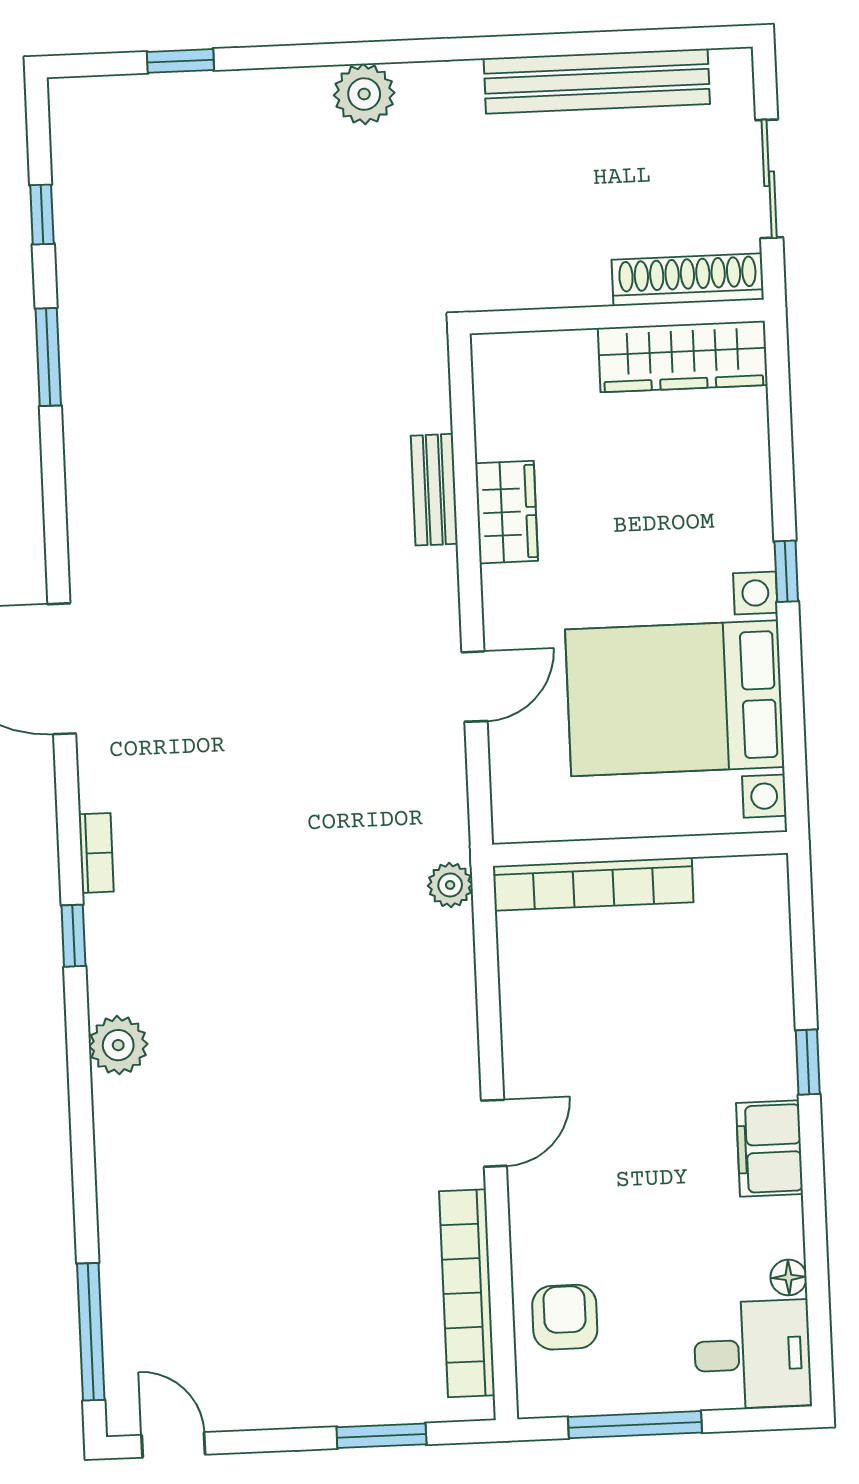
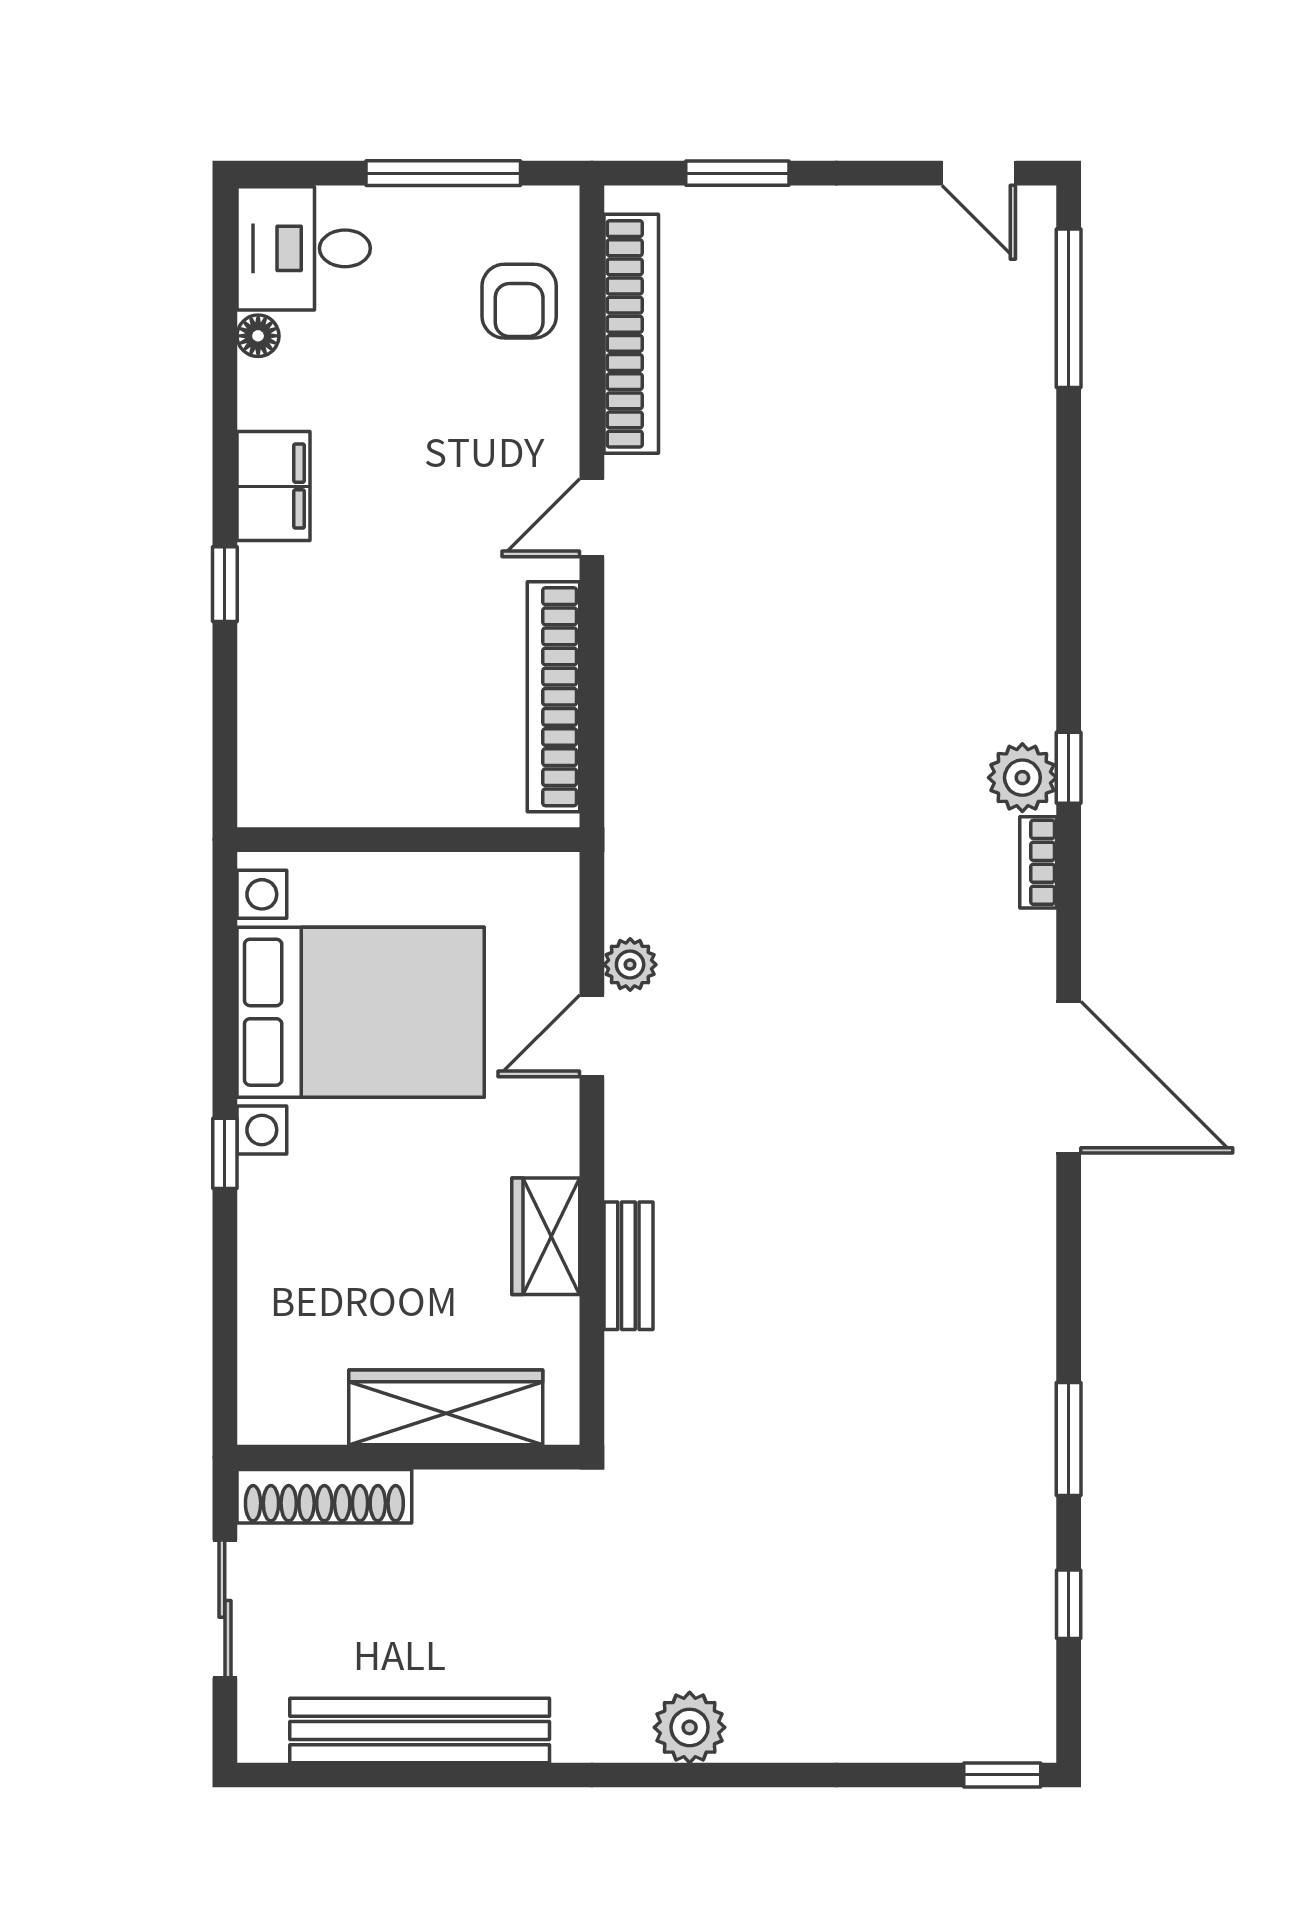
window: (180, 61) -> (1002, 1775), moved
wardrobe: (683, 357) -> (446, 1407), moved
bookcase: (593, 884) -> (553, 697), moved, turned -90
plant: (450, 885) -> (630, 965), moved
plant: (118, 1045) -> (1022, 778), moved

